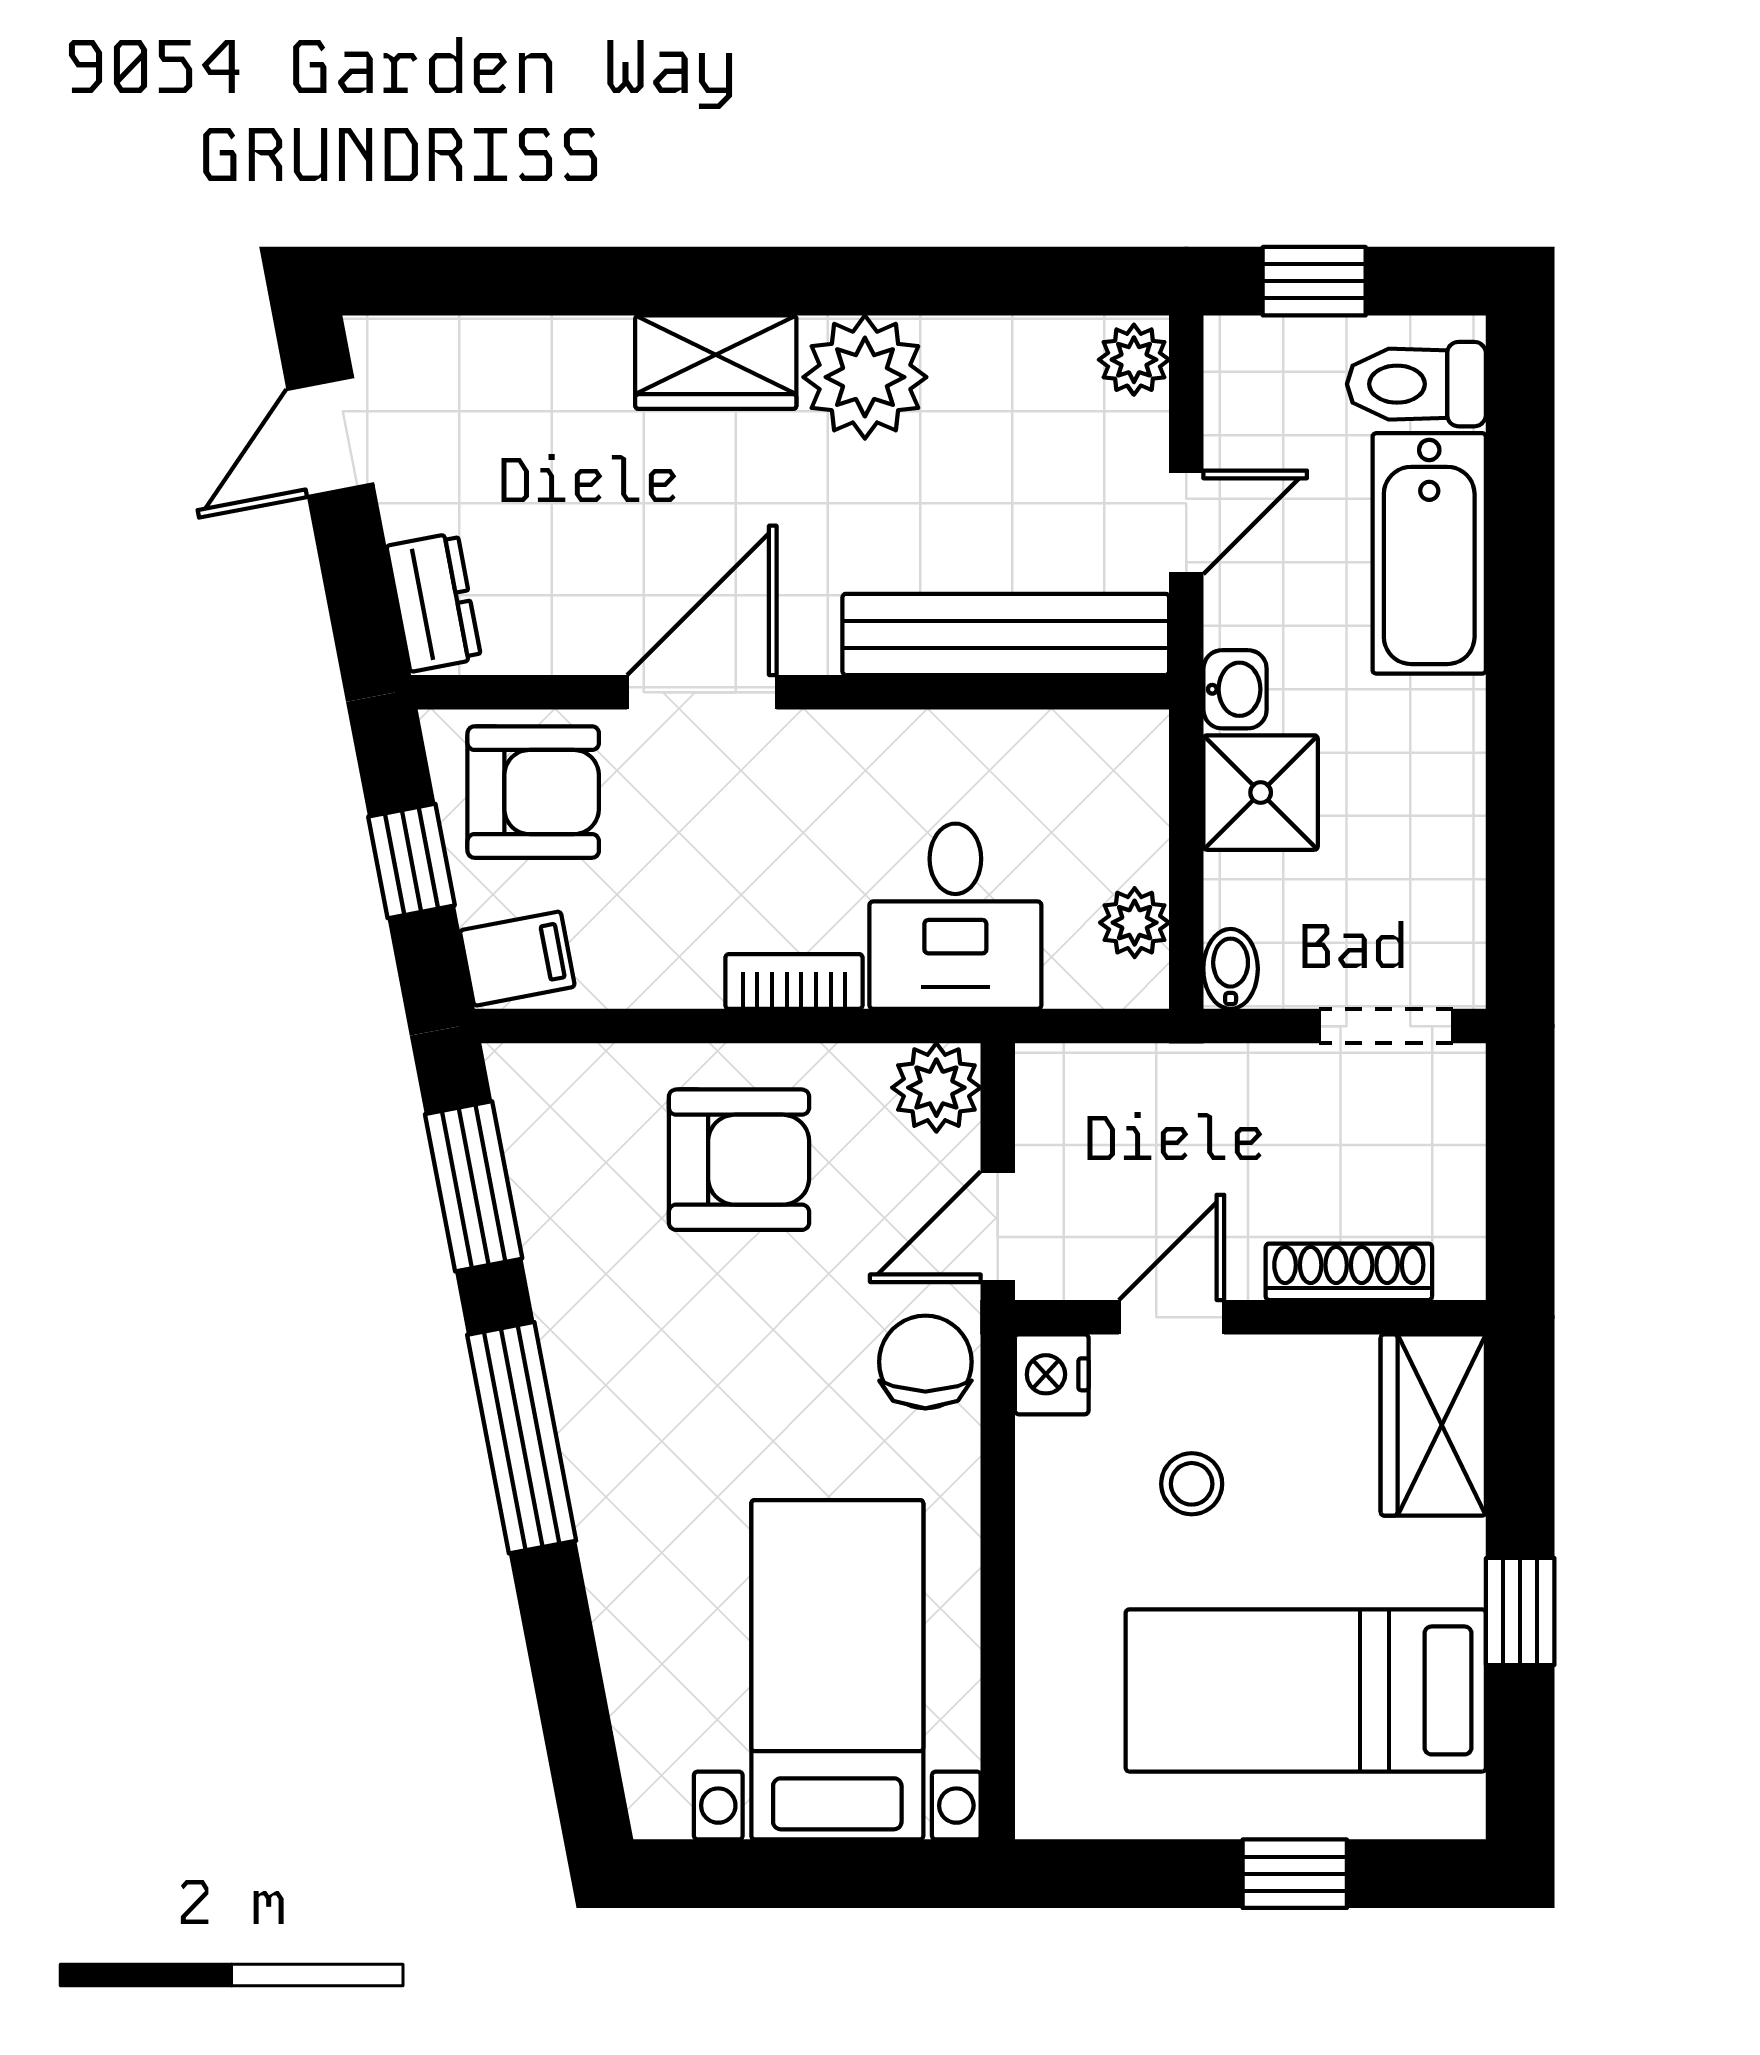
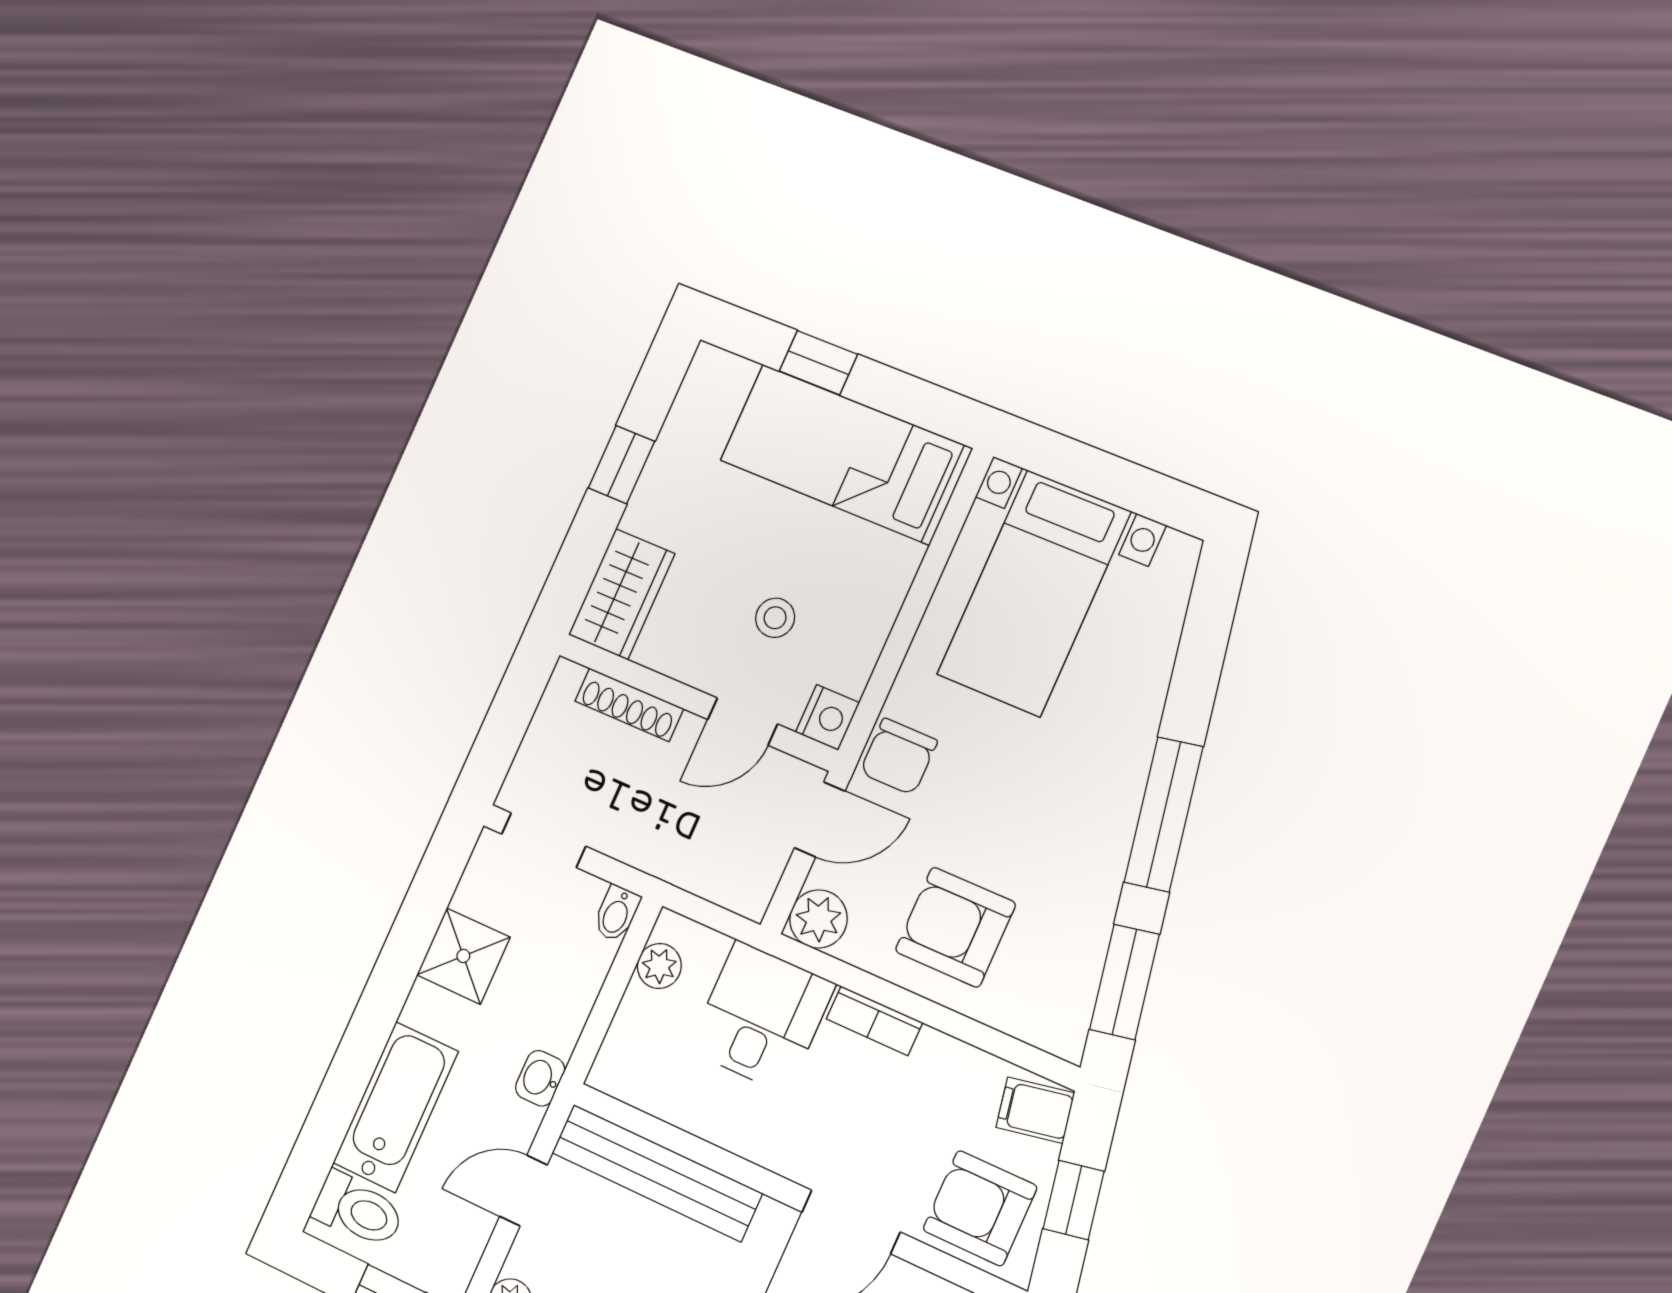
shower: (1261, 793) -> (463, 956), moved
bed: (1306, 1690) -> (846, 454), moved, turned 180

